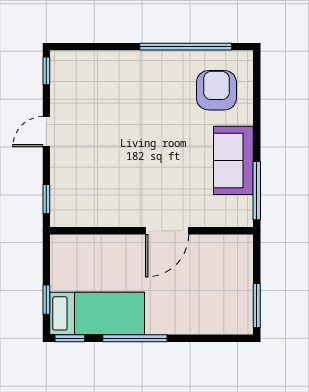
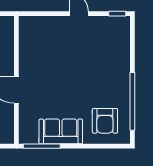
armchair: (216, 90) -> (105, 121), turned 90
window: (46, 199) -> (36, 14), removed

